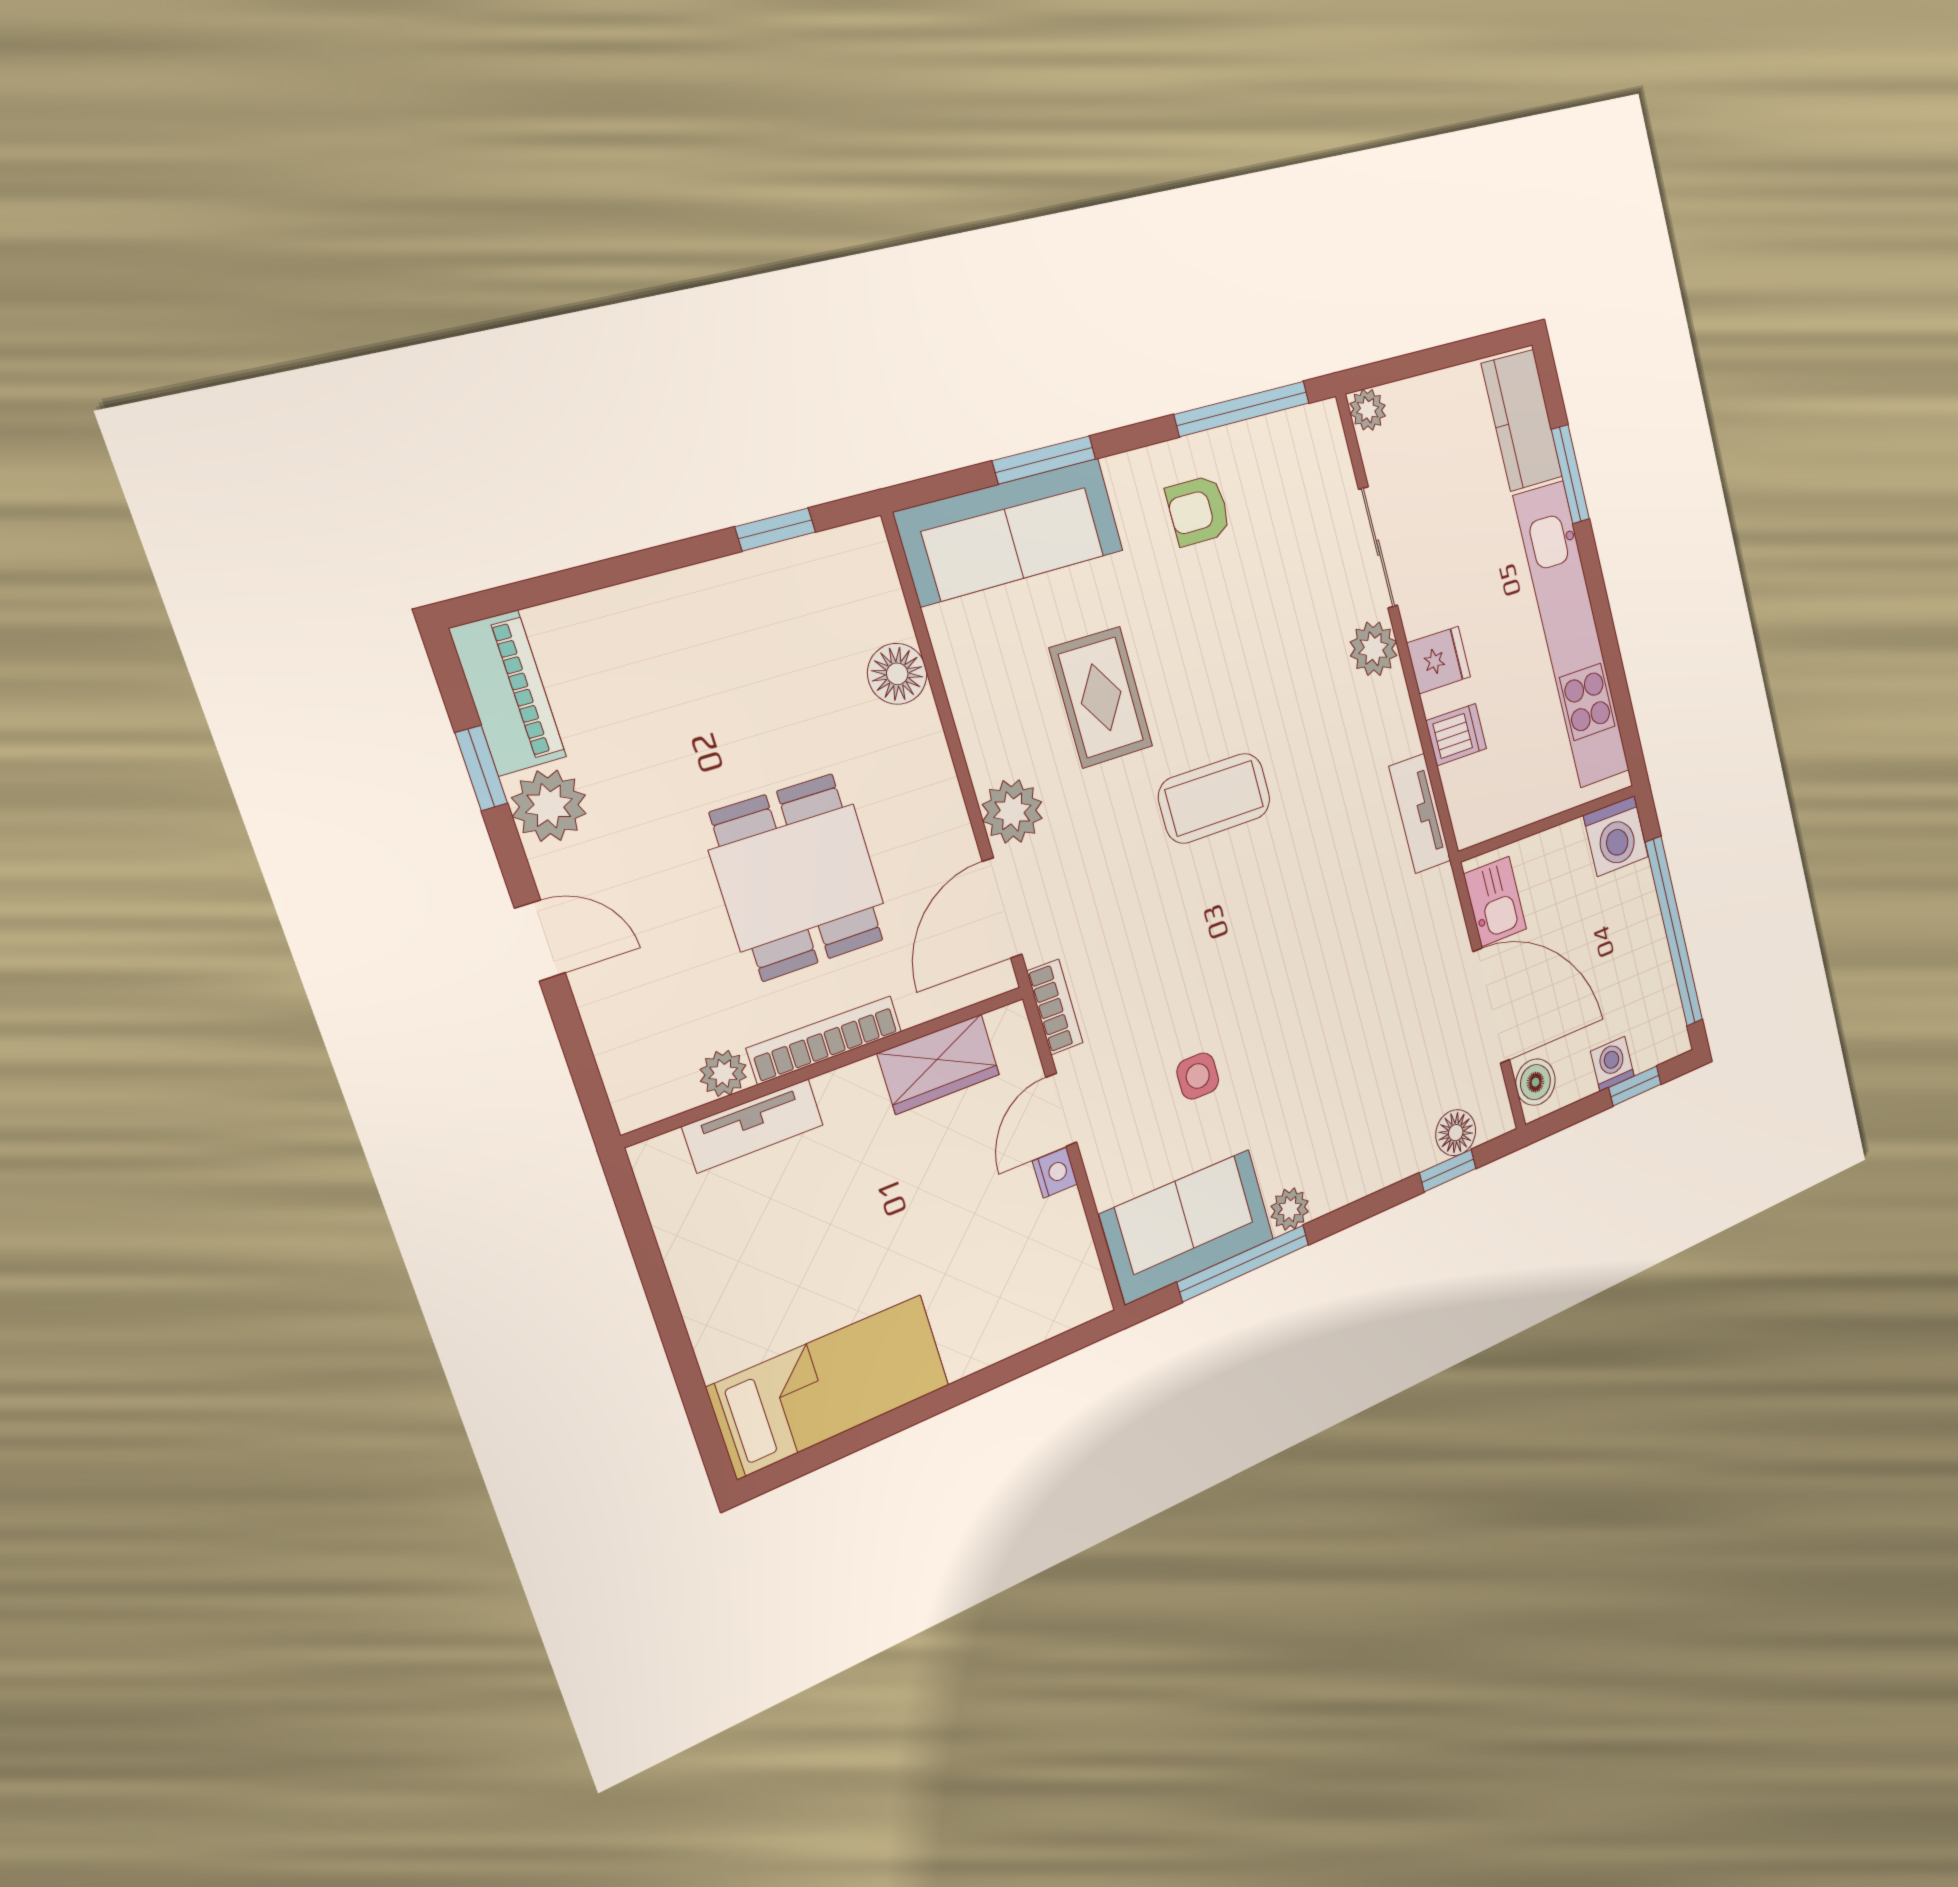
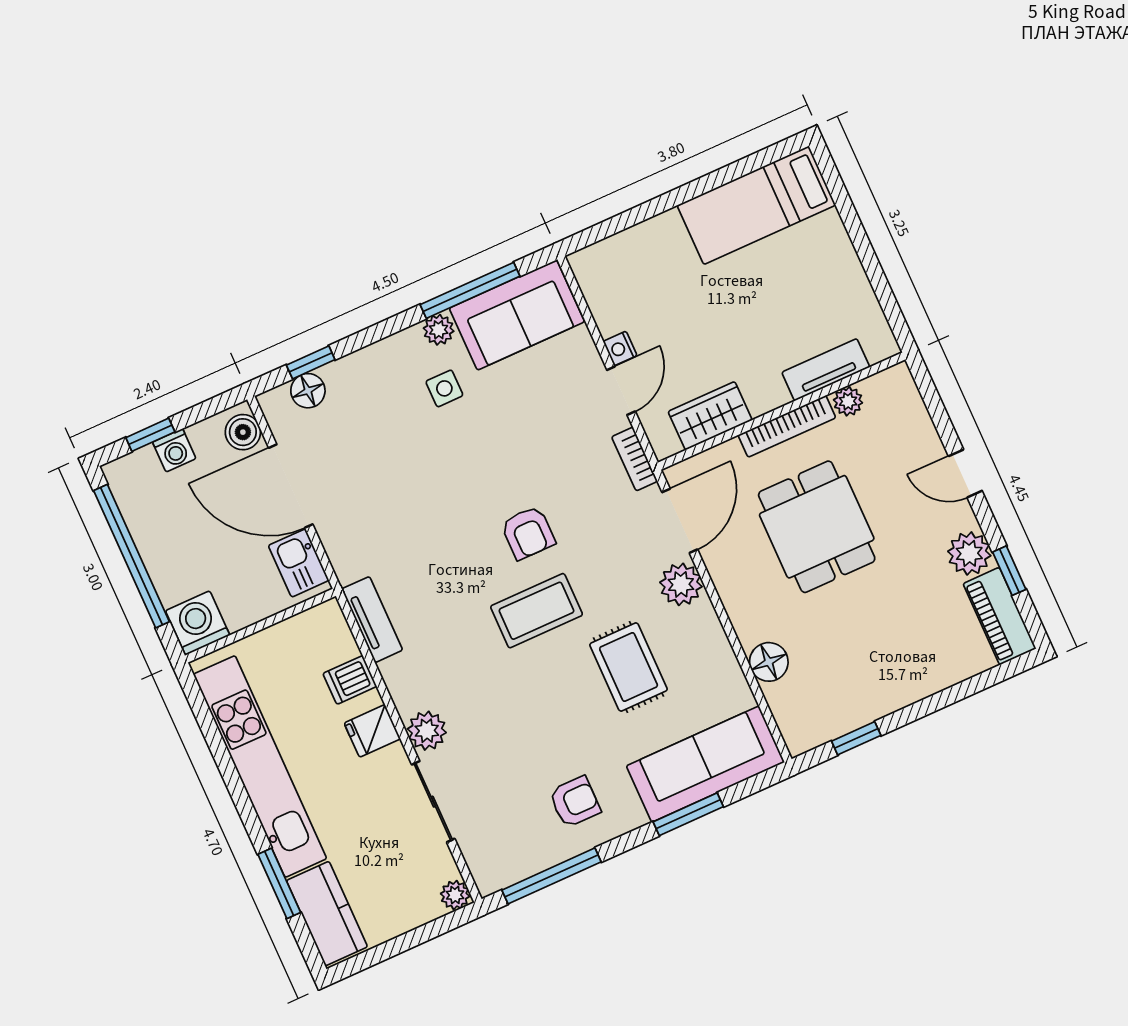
armchair: (1212, 912) -> (528, 533), added
side table: (1198, 1076) -> (444, 388), moved

